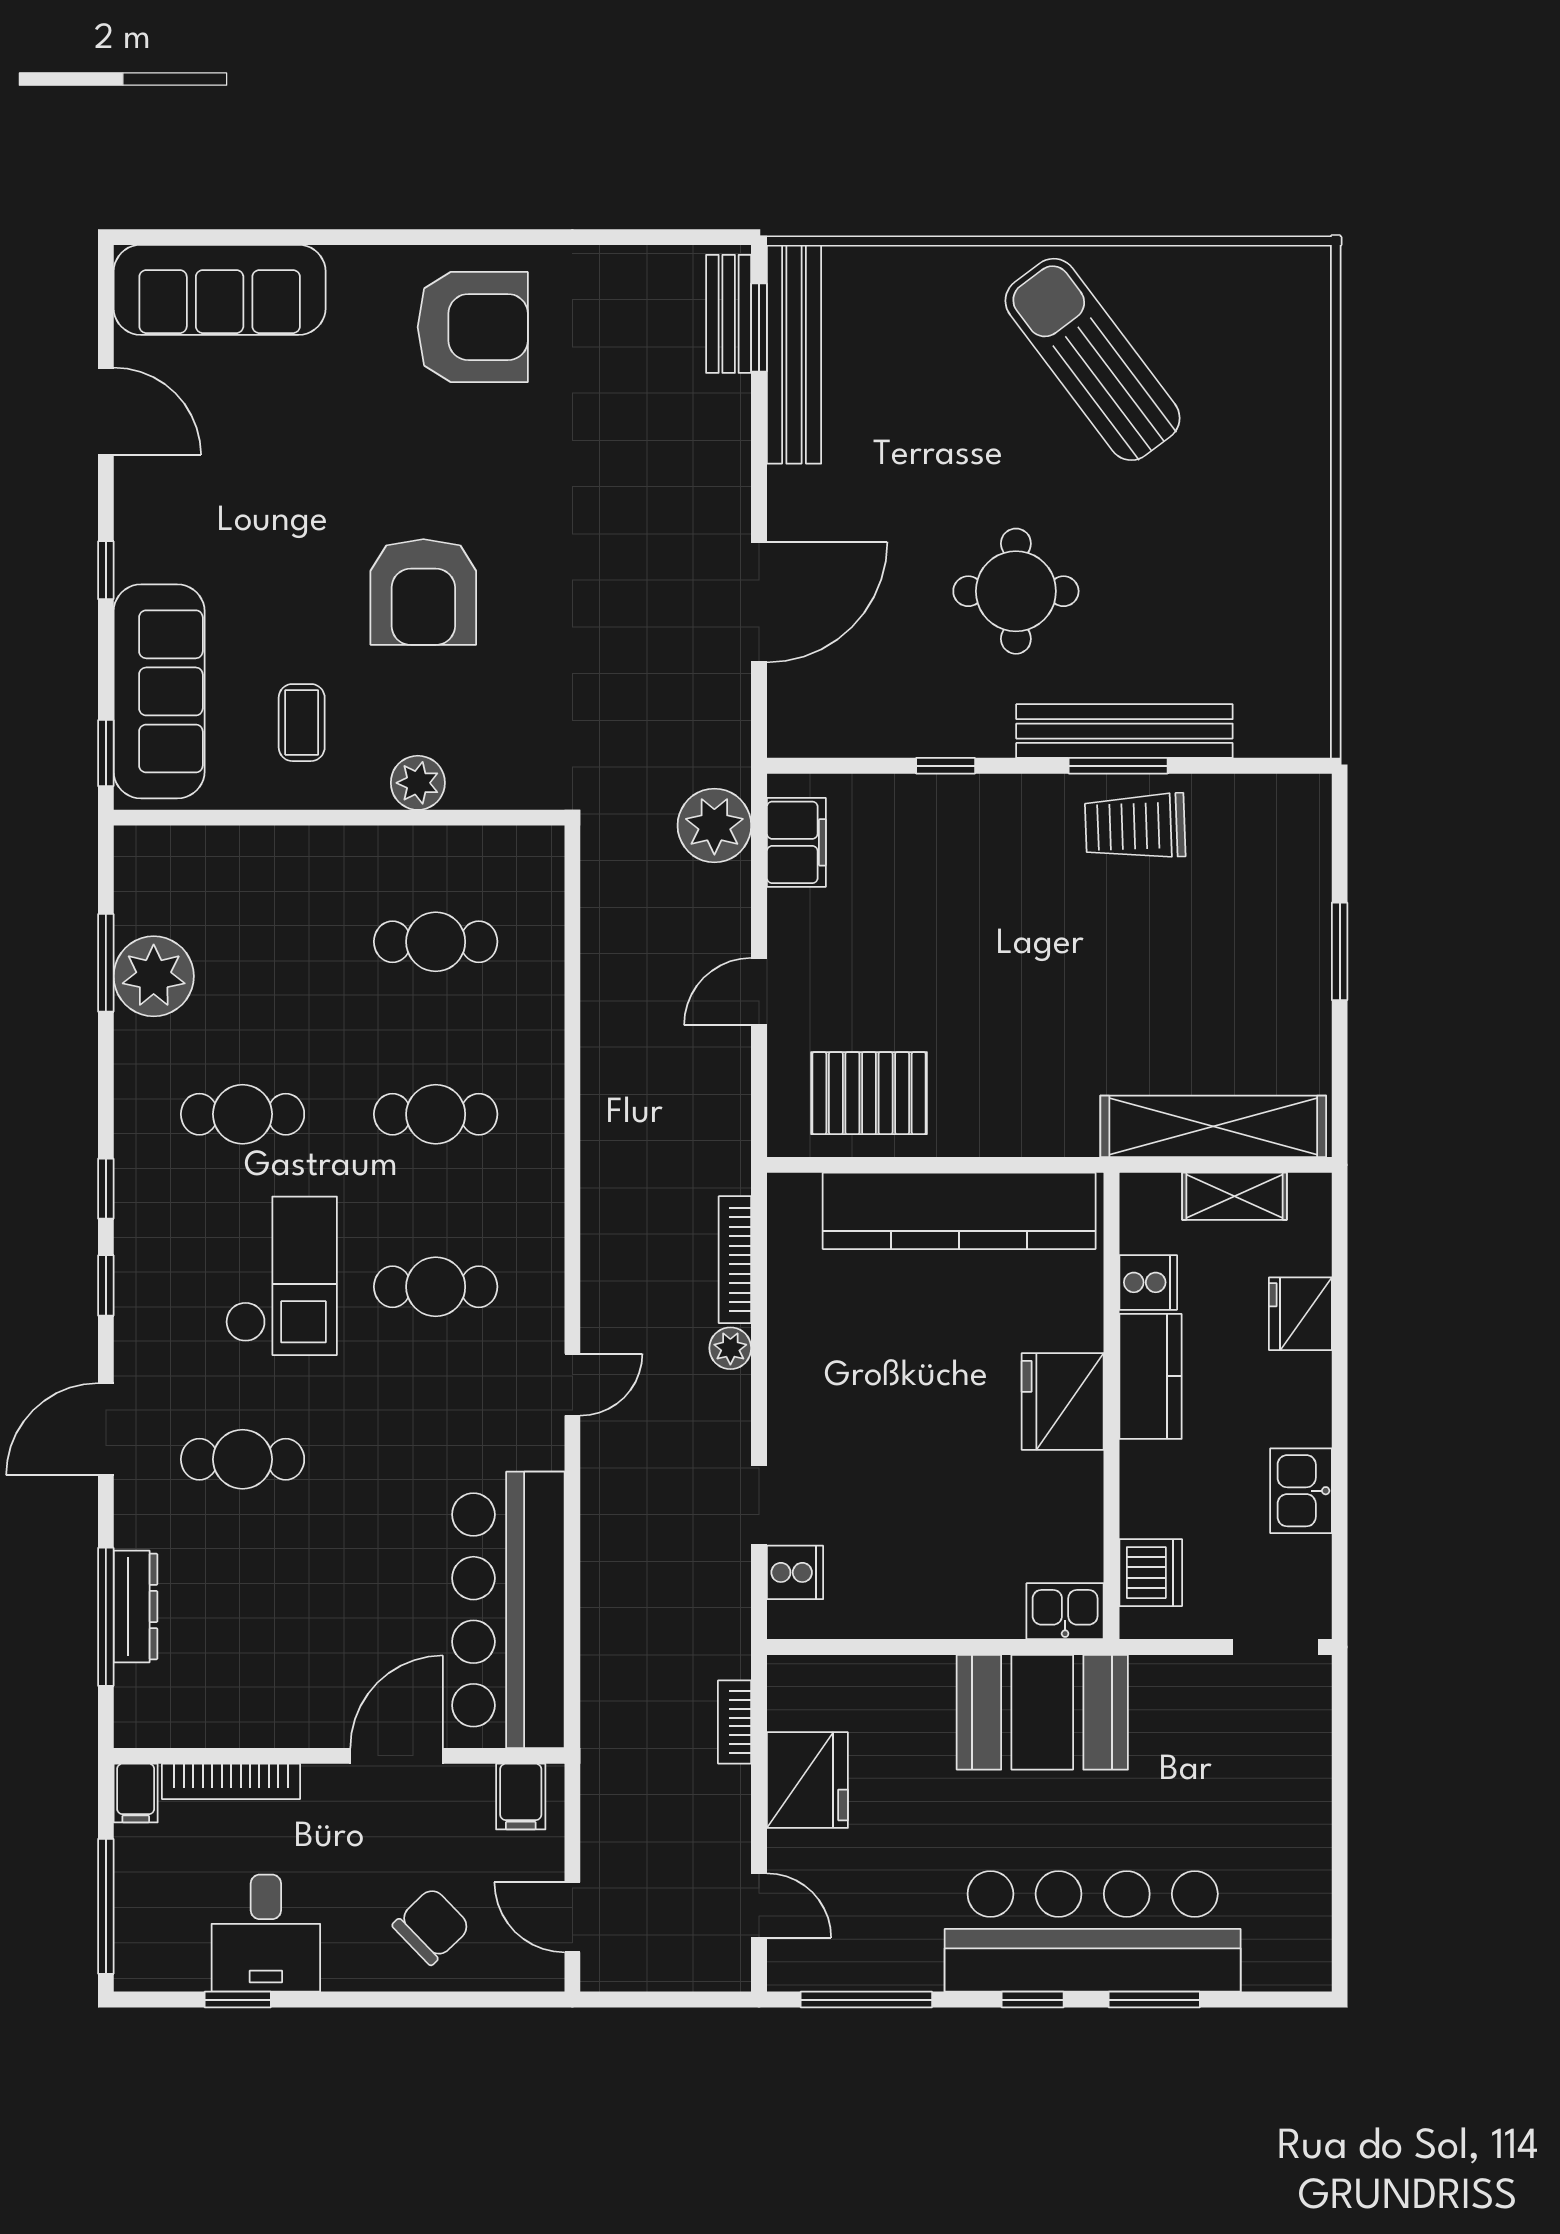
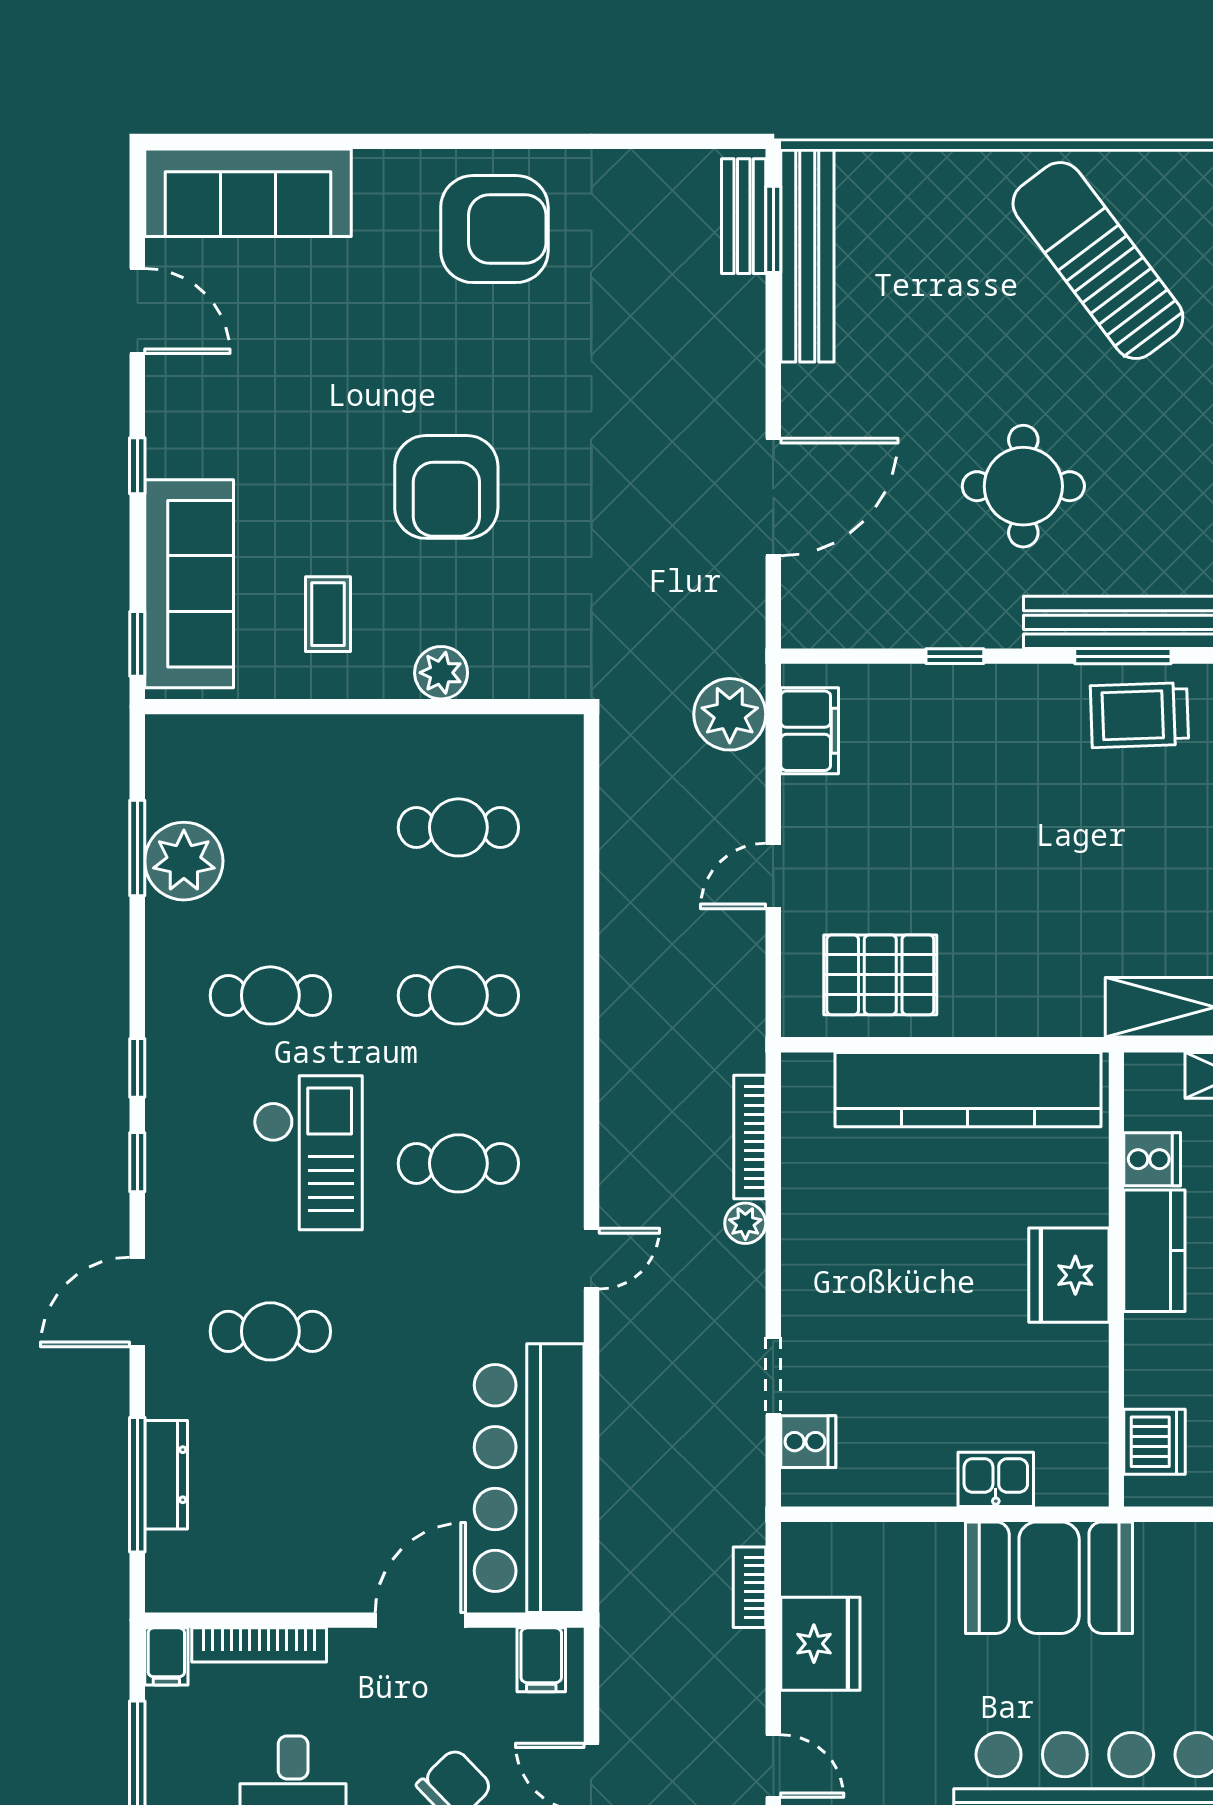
kitchen sink: (1065, 1611) -> (996, 1479), moved

